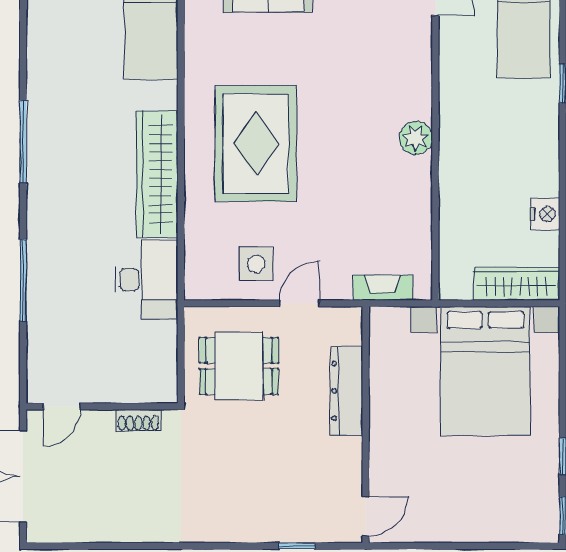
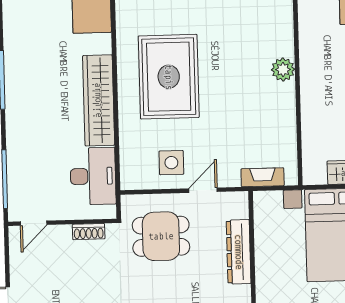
door: (62, 406) -> (34, 223), moved
wall: (102, 406) -> (62, 222), moved
shoe rack: (138, 420) -> (89, 232), moved

